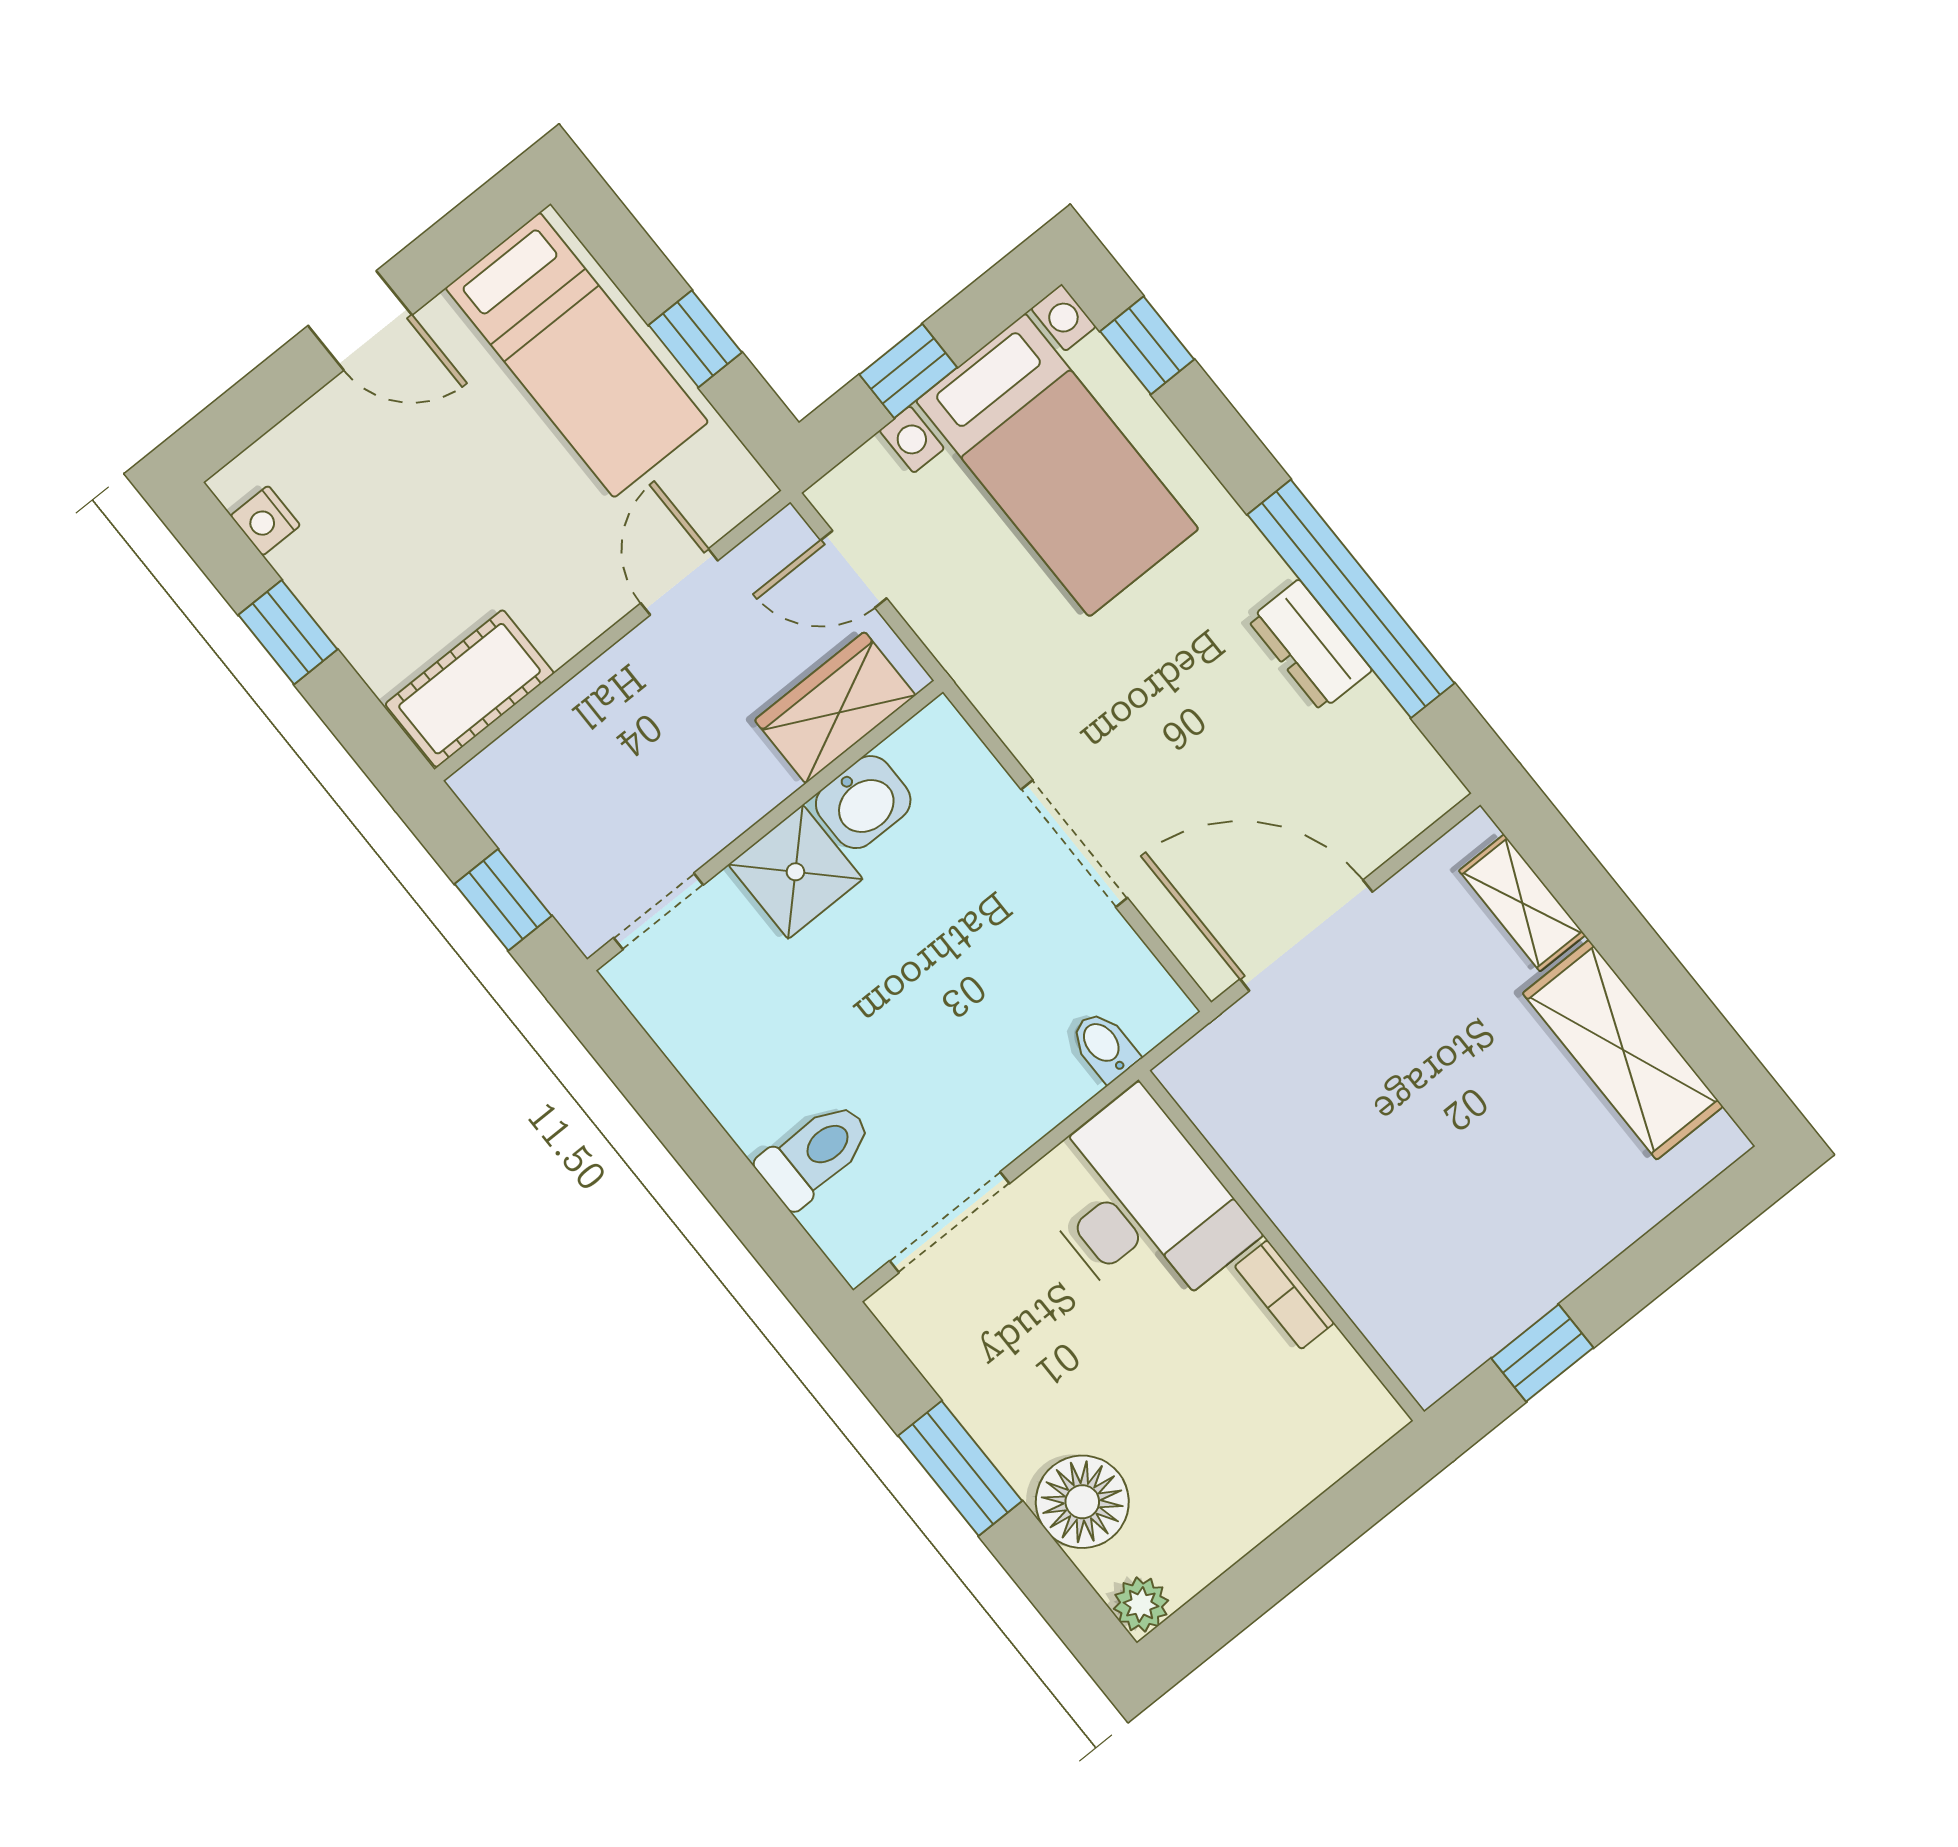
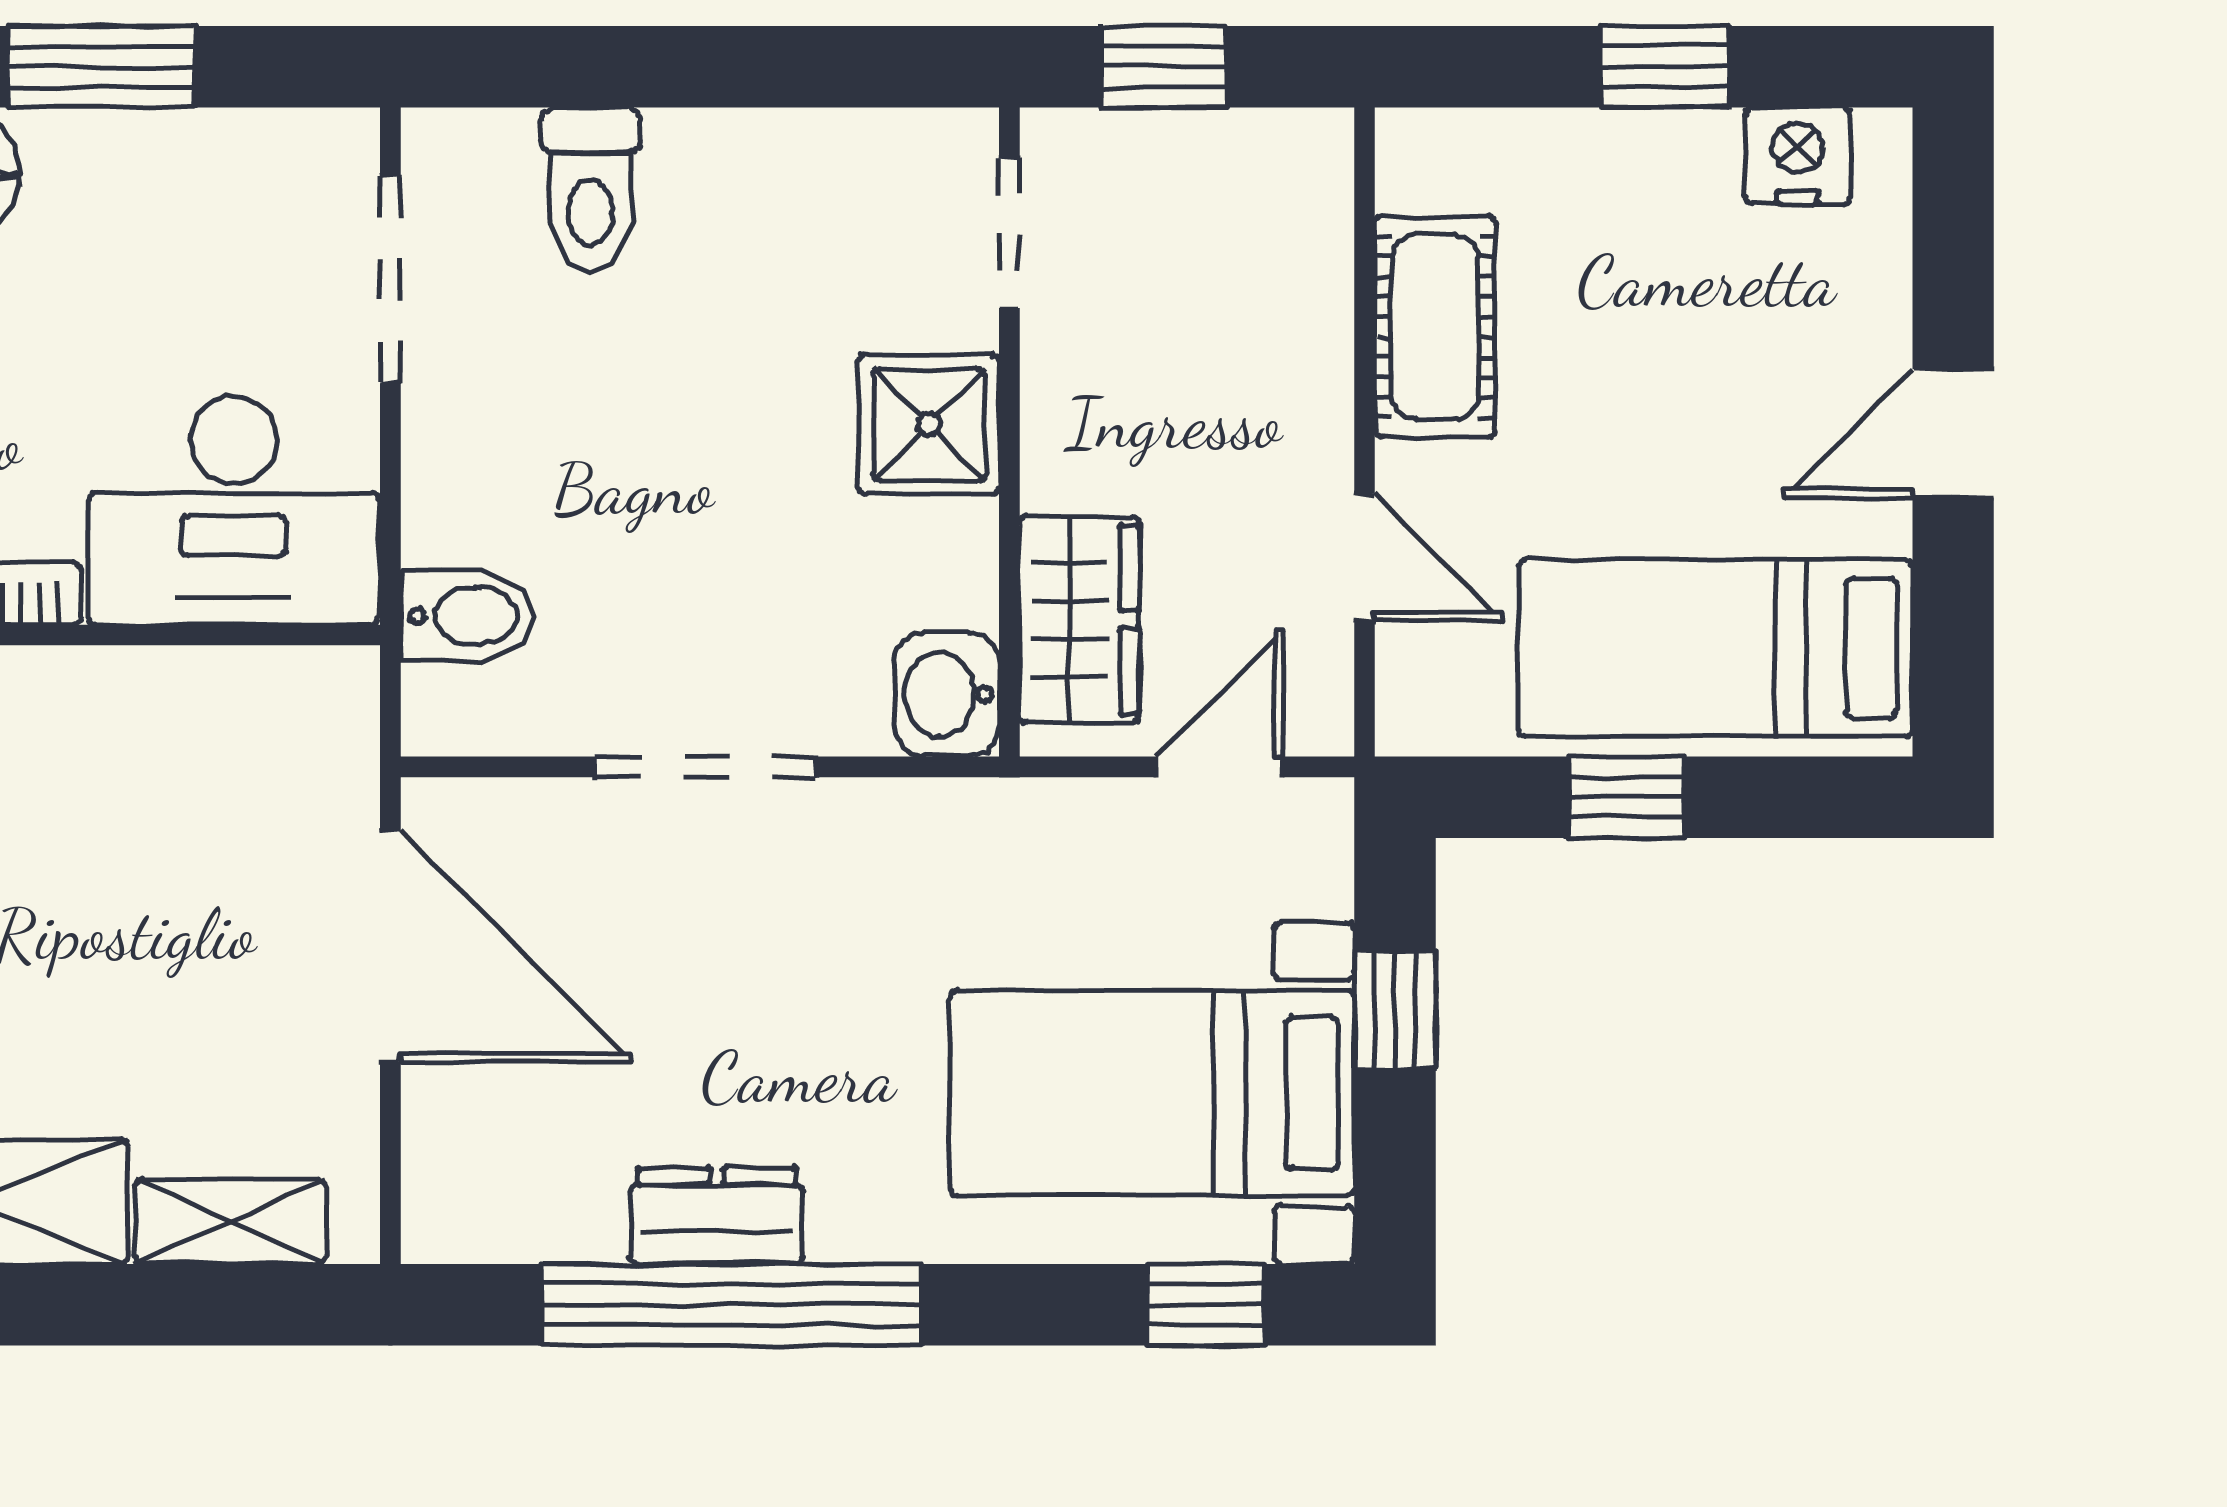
nightstand: (265, 521) -> (1798, 156), width x1.39, depth x1.35
cot: (470, 689) -> (1435, 327), moved
washbasin: (863, 802) -> (946, 694), moved
door: (1306, 935) -> (390, 946), hinge flipped
bidet: (1104, 1046) -> (467, 616), width x1.38, depth x1.36

